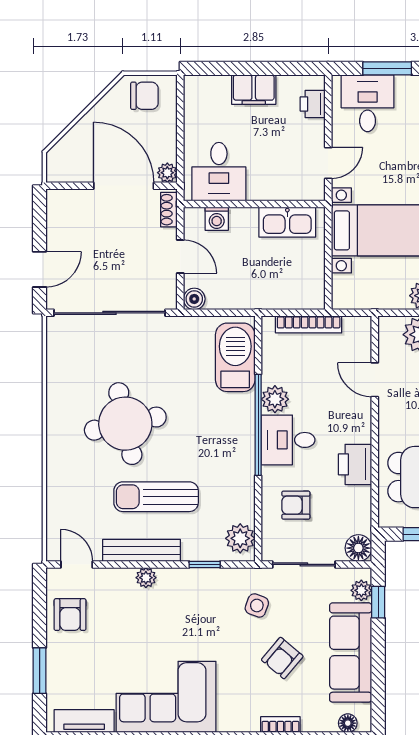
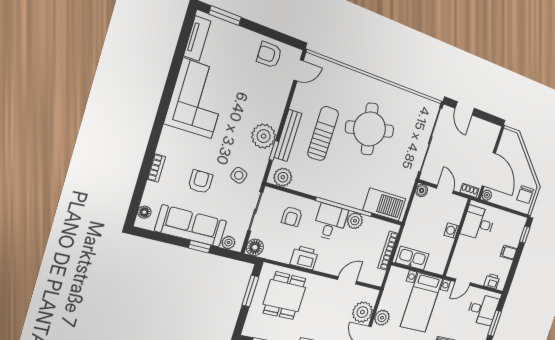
window: (214, 68) -> (525, 235), added
filing cabinet: (254, 90) -> (509, 252), width x0.50
door: (328, 163) -> (463, 282), hinge flipped
door: (124, 186) -> (489, 170), hinge flipped
washing machine: (217, 219) -> (451, 231), moved
kitchen sink: (287, 222) -> (412, 258), moved, turned 90
door: (180, 256) -> (445, 189), swing flipped
armchair: (296, 505) -> (292, 216), turned 180
bench: (142, 550) -> (288, 135), moved
plant: (146, 578) -> (264, 136), moved, width x1.87, depth x1.87
window: (378, 602) -> (200, 247), moved
armchair: (282, 658) -> (200, 182), turned 50
window: (40, 671) -> (225, 16), moved

